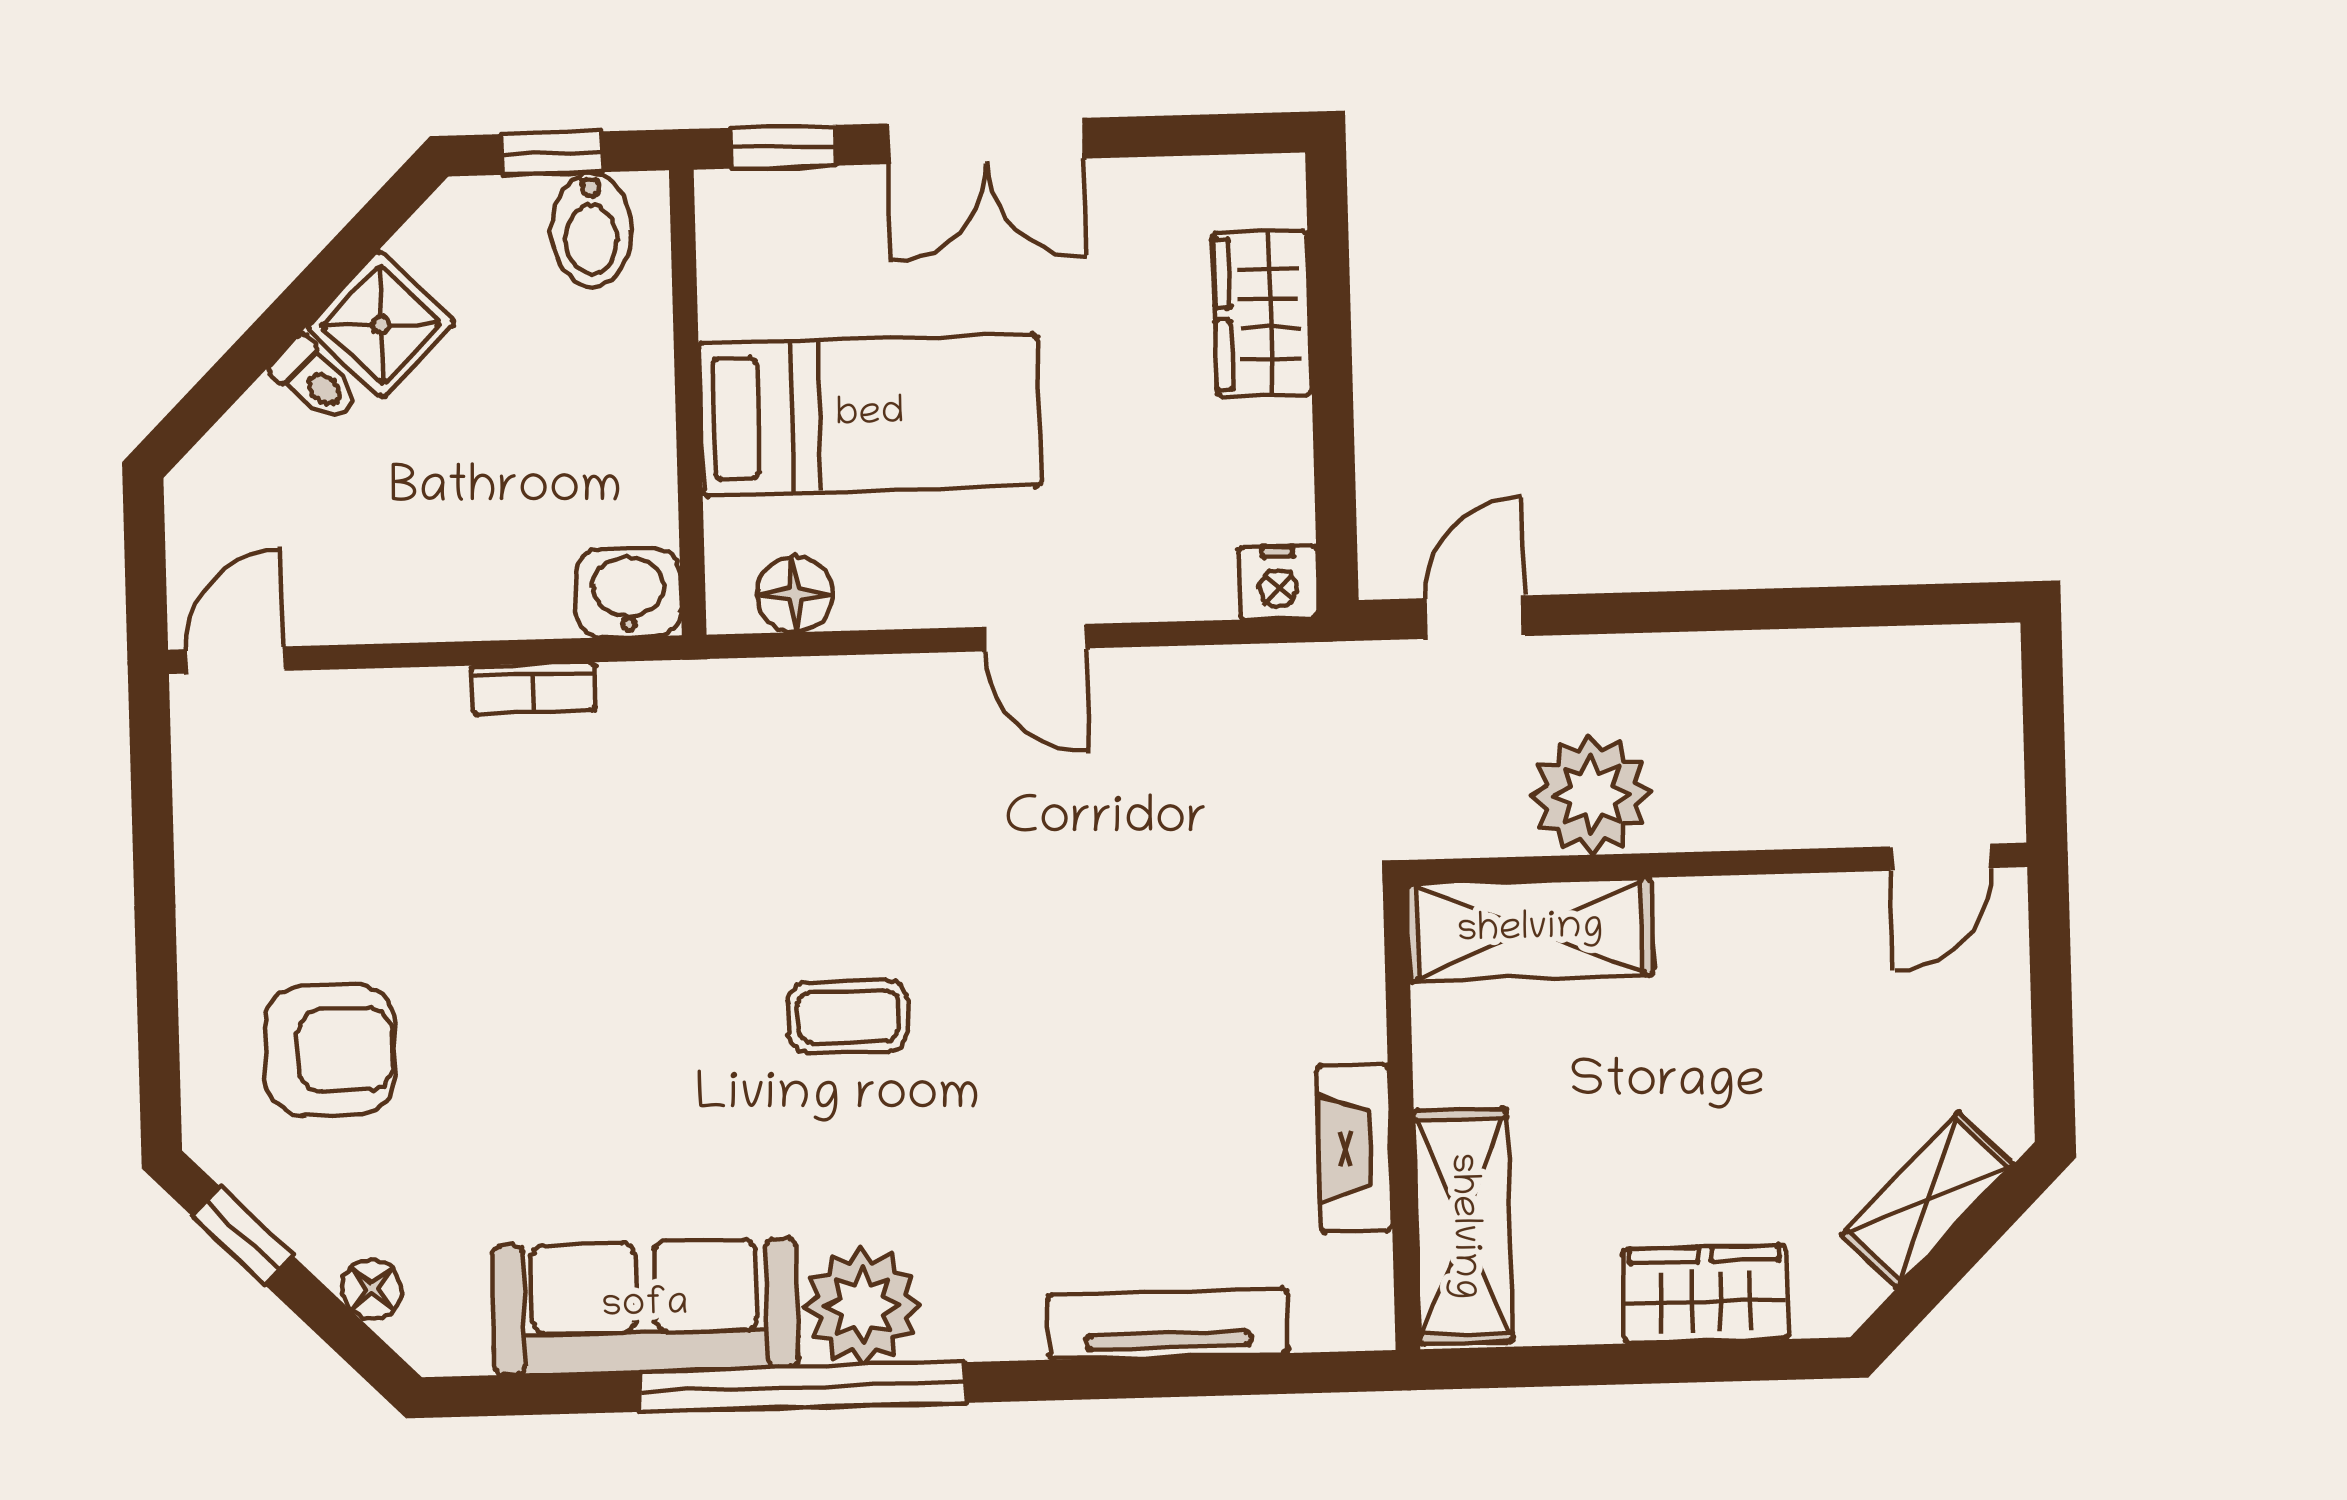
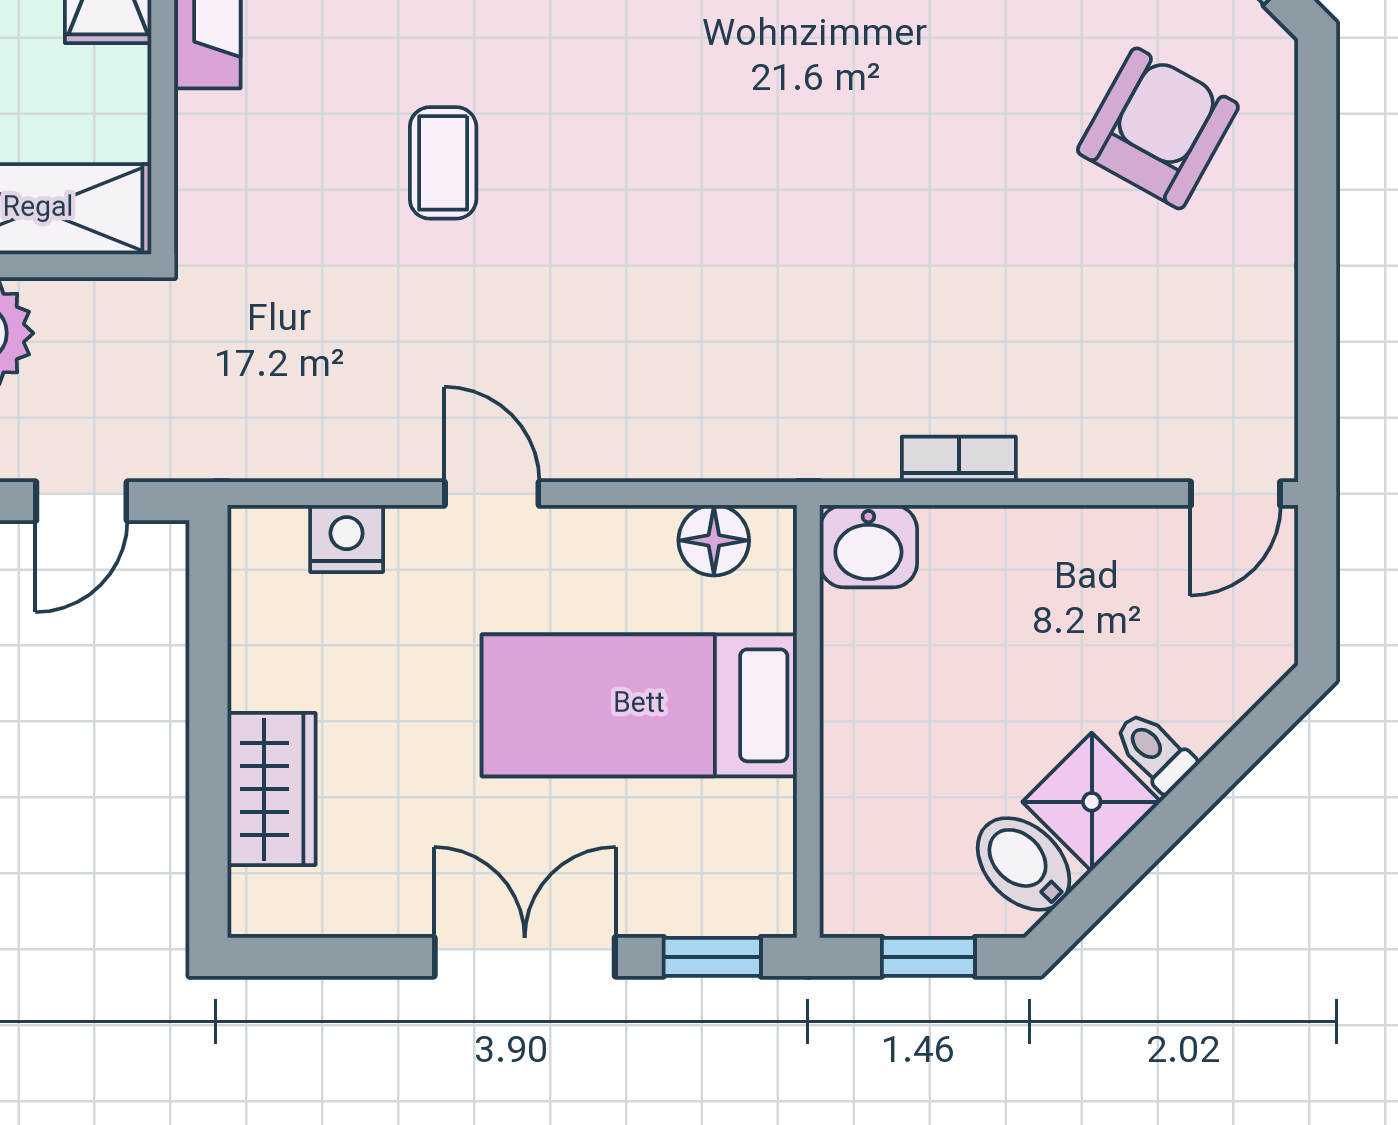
bidet: (592, 230) -> (1024, 864), moved, turned -45
nightstand: (1278, 583) -> (347, 539), moved
coffee table: (848, 1016) -> (443, 163), moved, turned 90
armchair: (330, 1050) -> (1158, 128), turned 119

